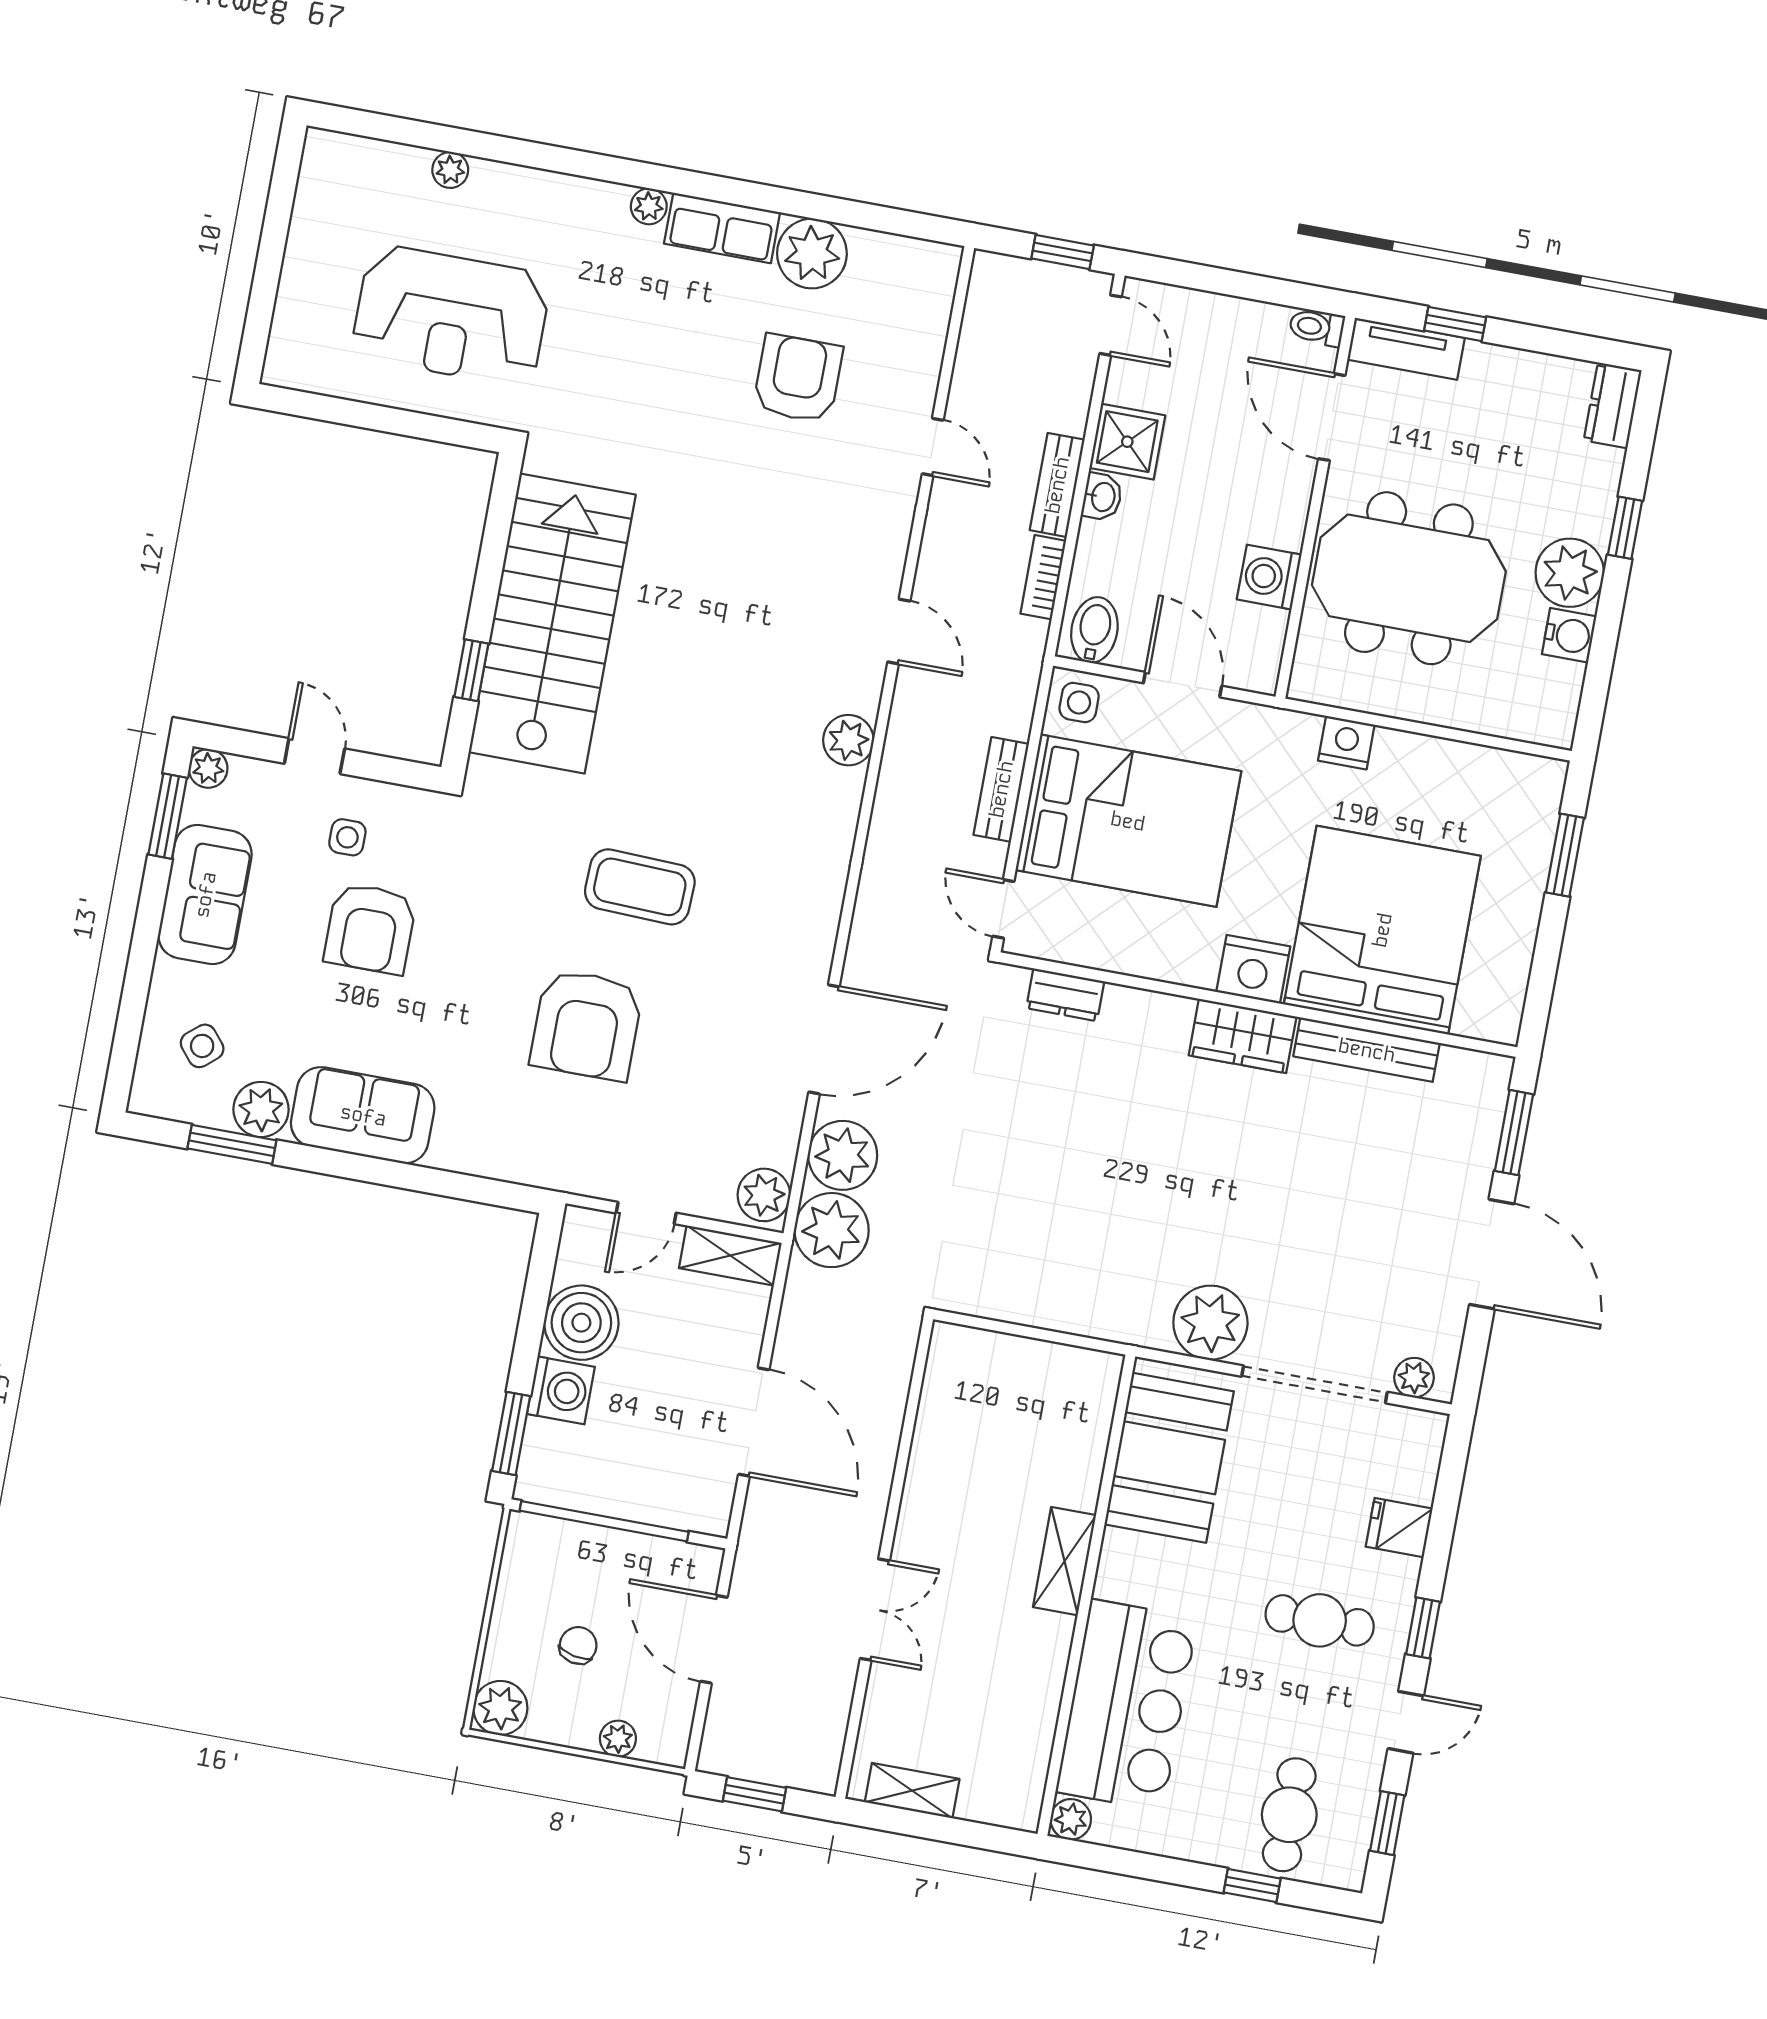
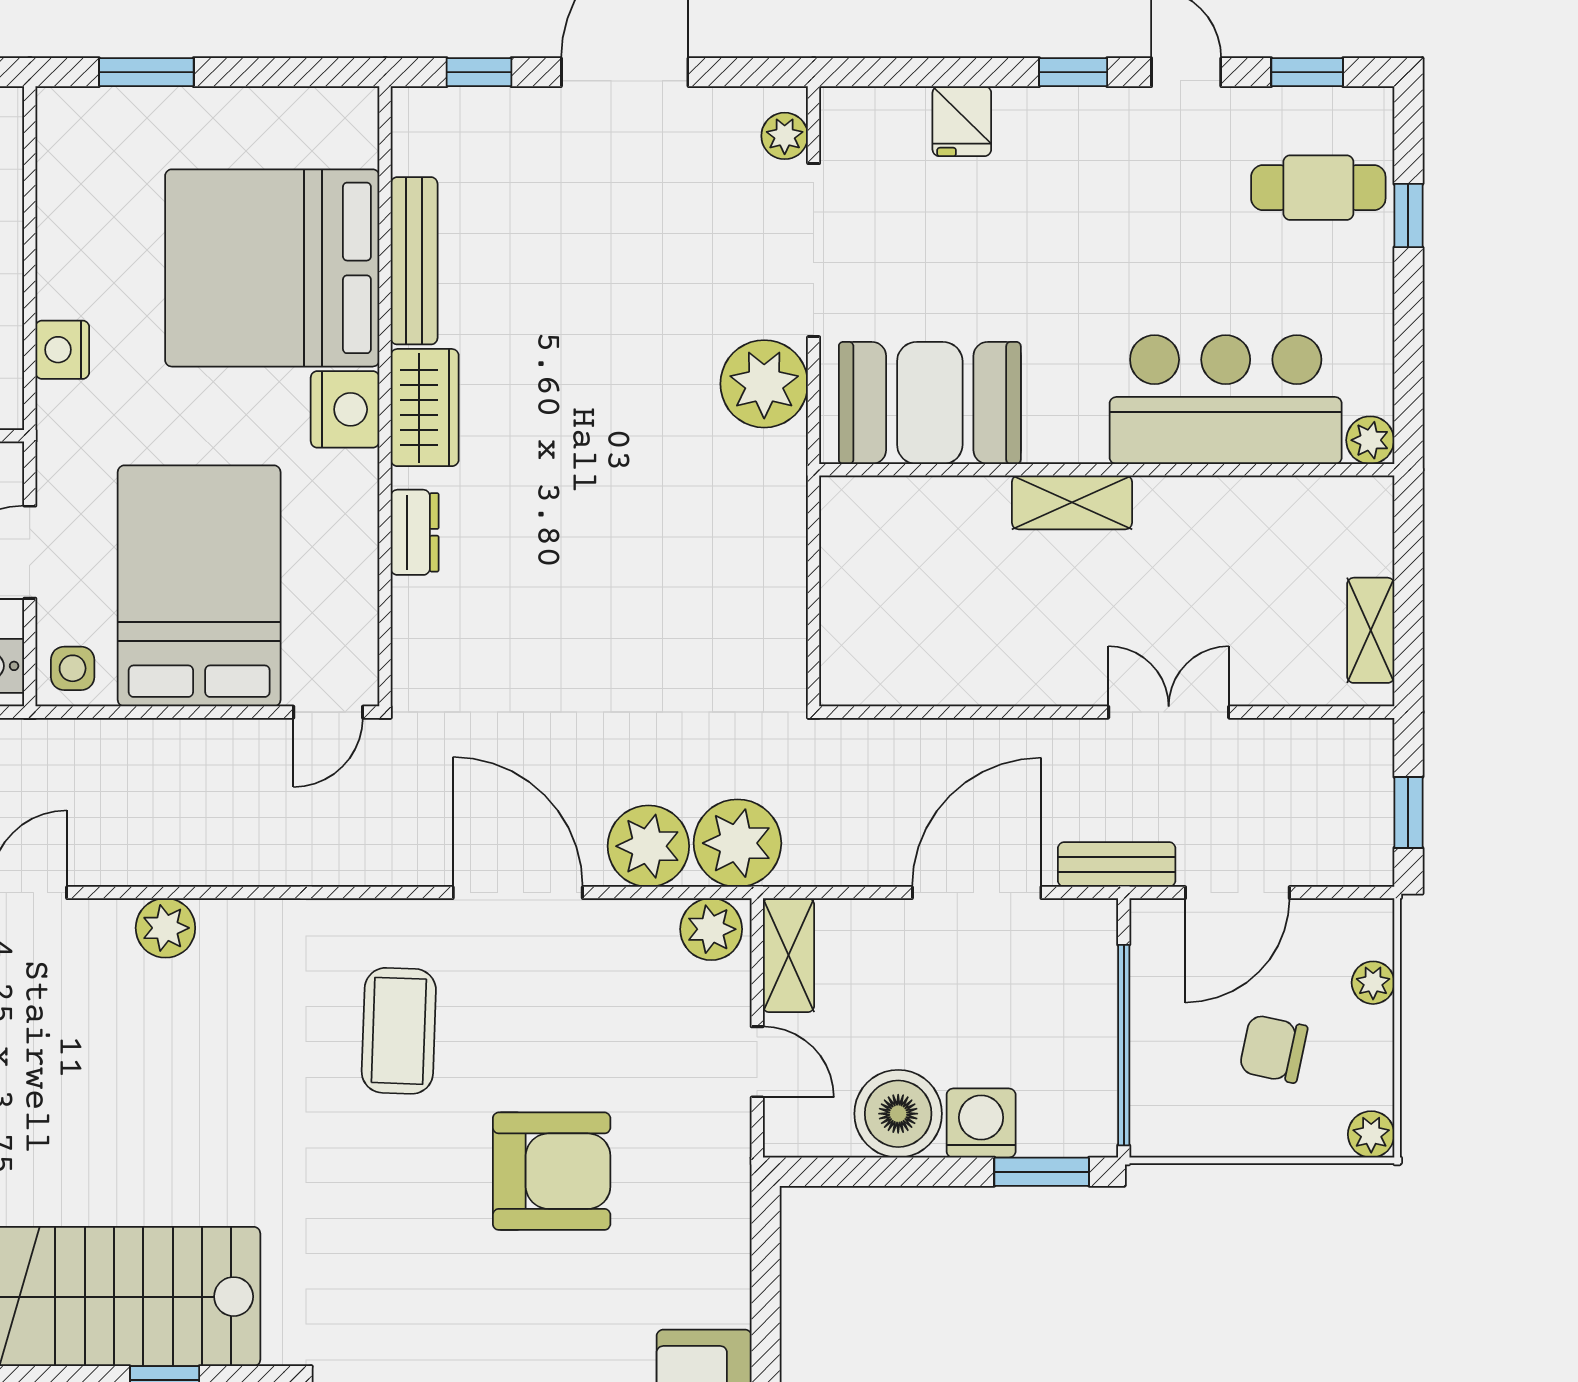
bench: (1001, 789) -> (1117, 864), moved
coffee table: (640, 887) -> (399, 1031), moved
dresser: (1065, 995) -> (415, 532), moved
window: (1514, 1133) -> (479, 72), width x0.67
cafe table: (1320, 1620) -> (1086, 194), removed
chair: (578, 1645) -> (1273, 1049), width x1.37, depth x1.37
plant: (500, 1708) -> (1371, 1134), width x0.73, depth x0.73

